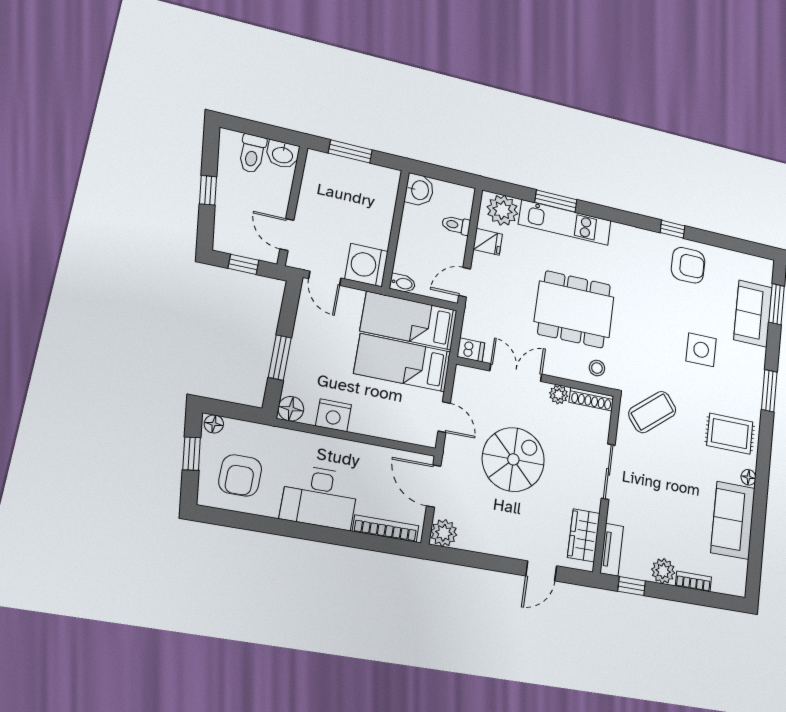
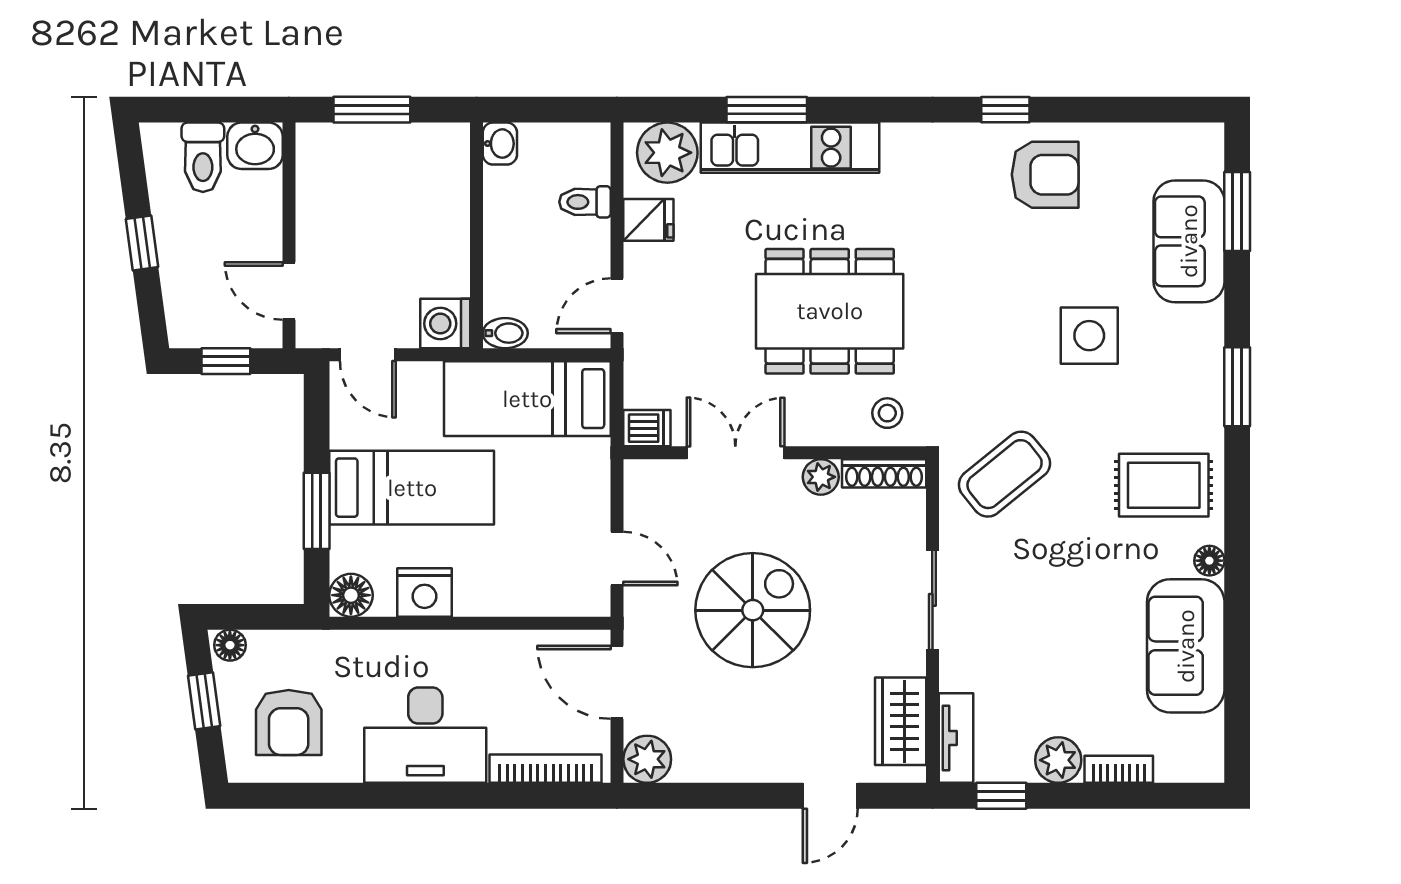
washbasin: (419, 190) -> (500, 144), width x0.72, depth x0.69
washing machine: (366, 265) -> (445, 324), width x0.73, depth x0.73
bed: (403, 363) -> (412, 488), moved, turned 180

